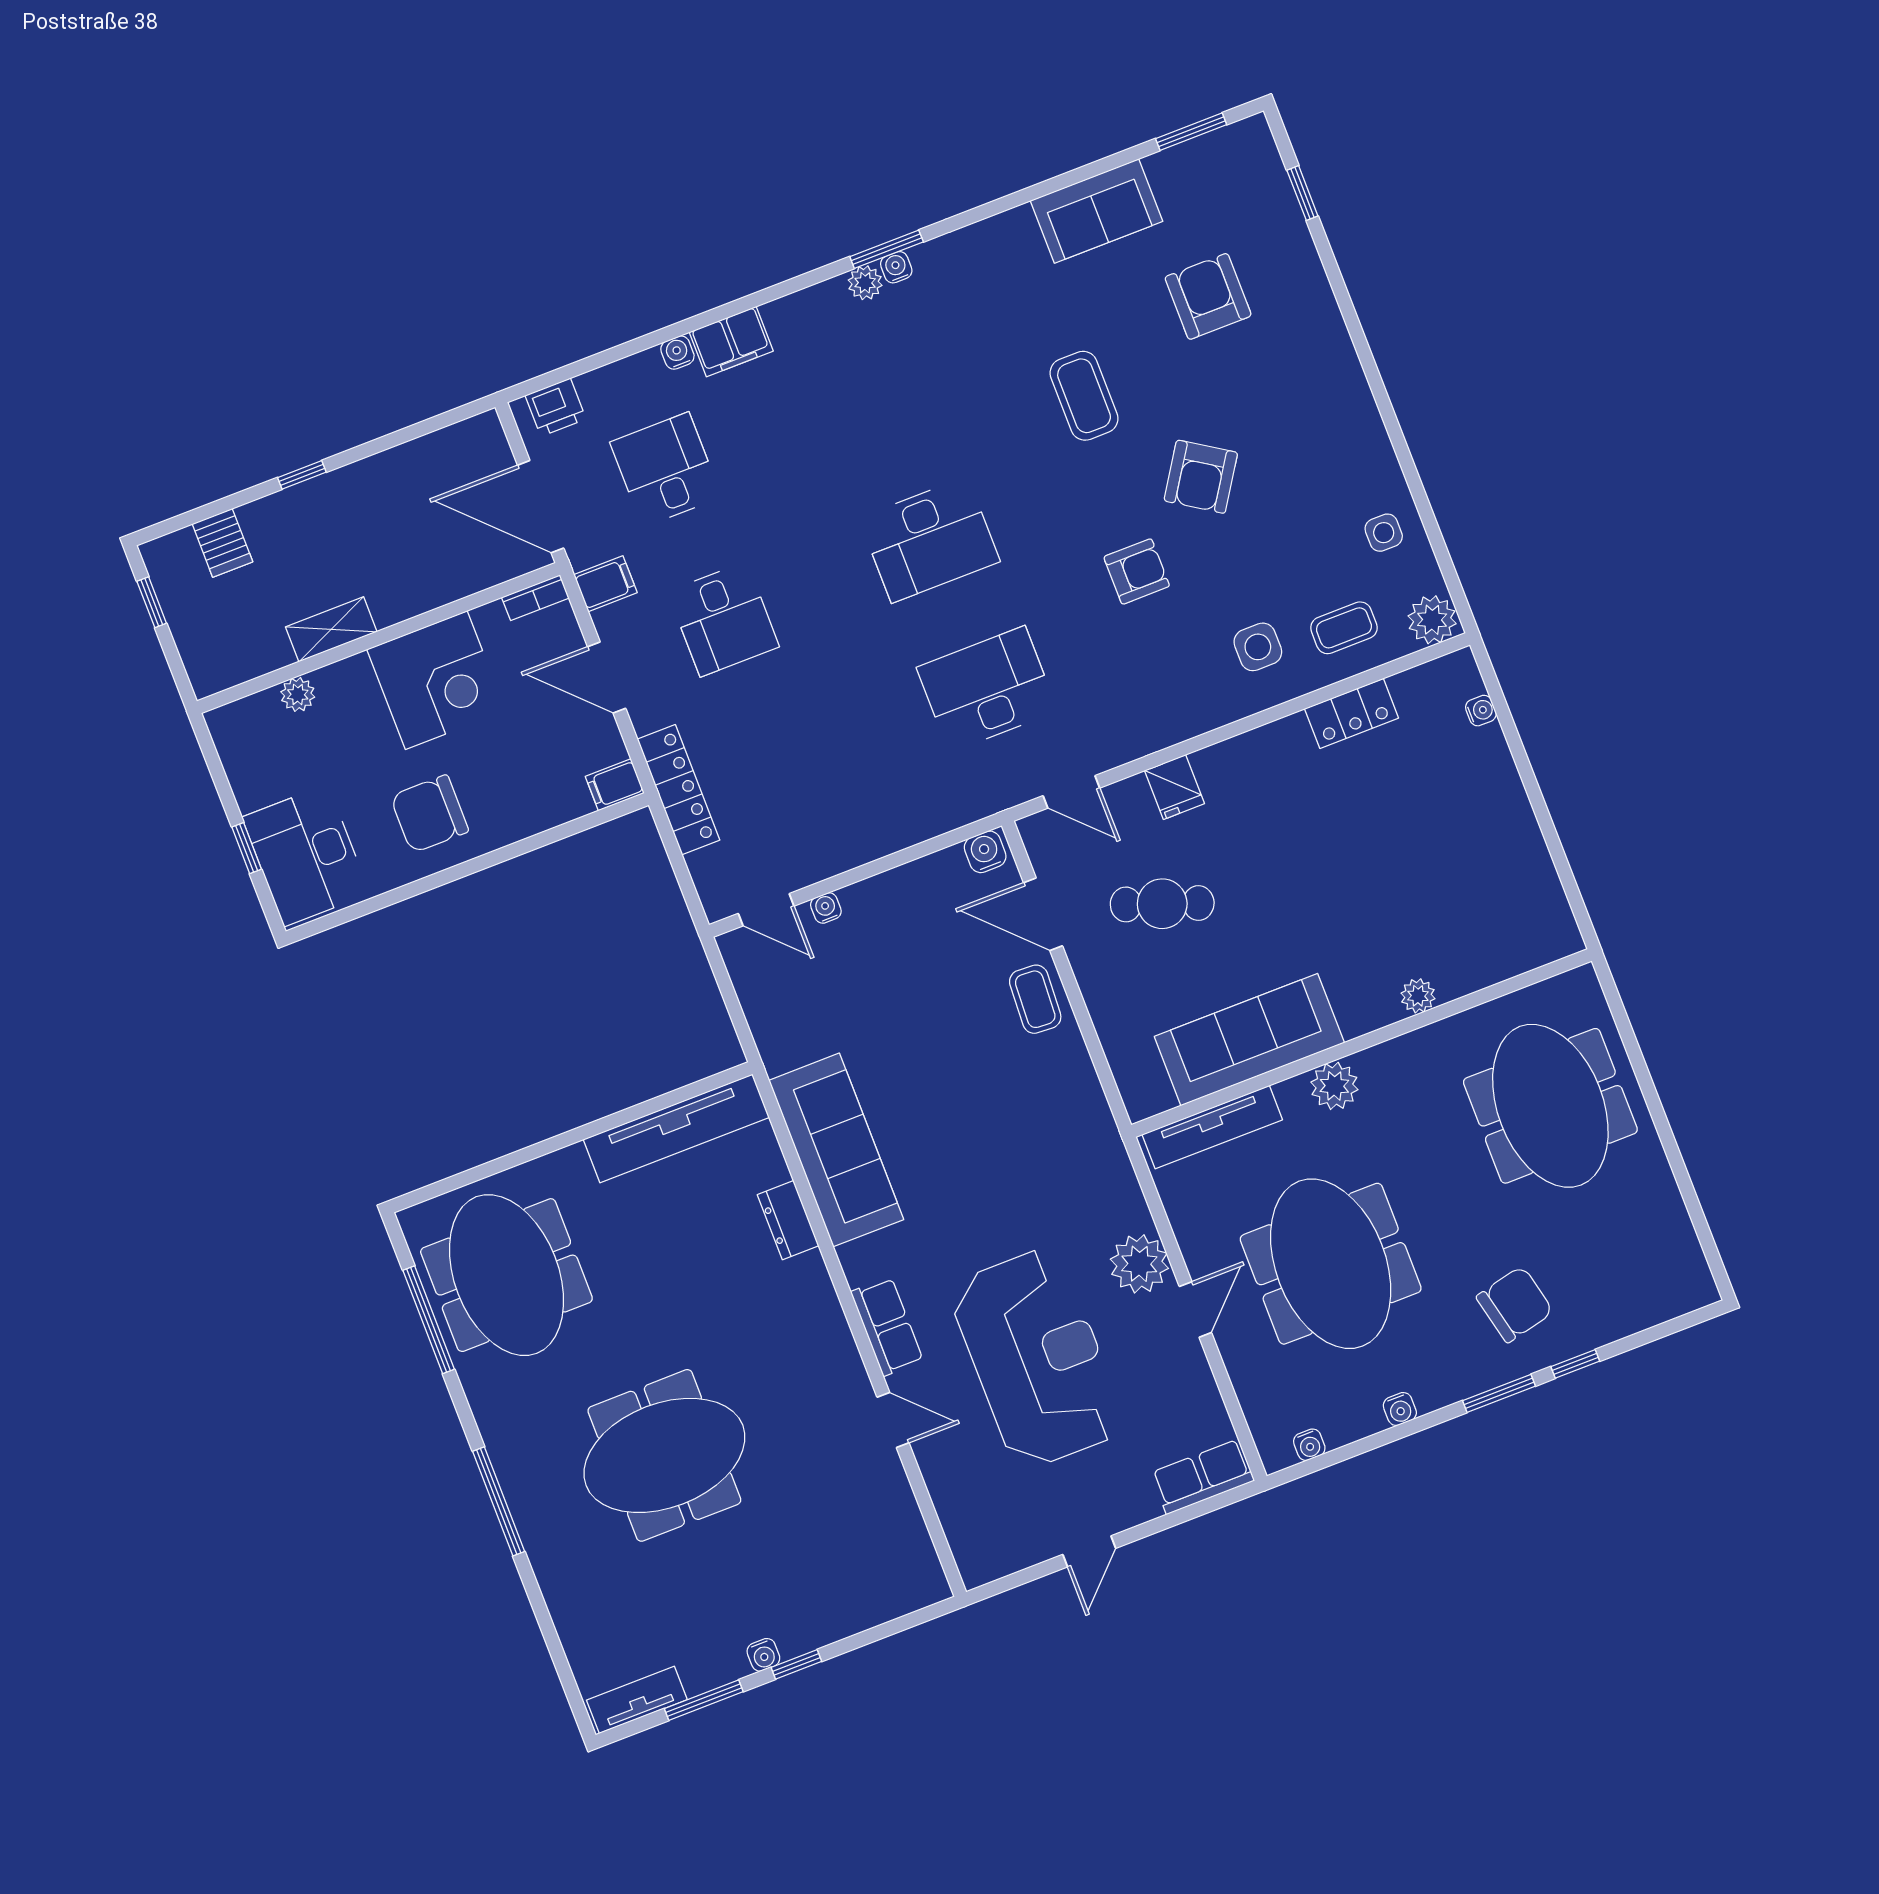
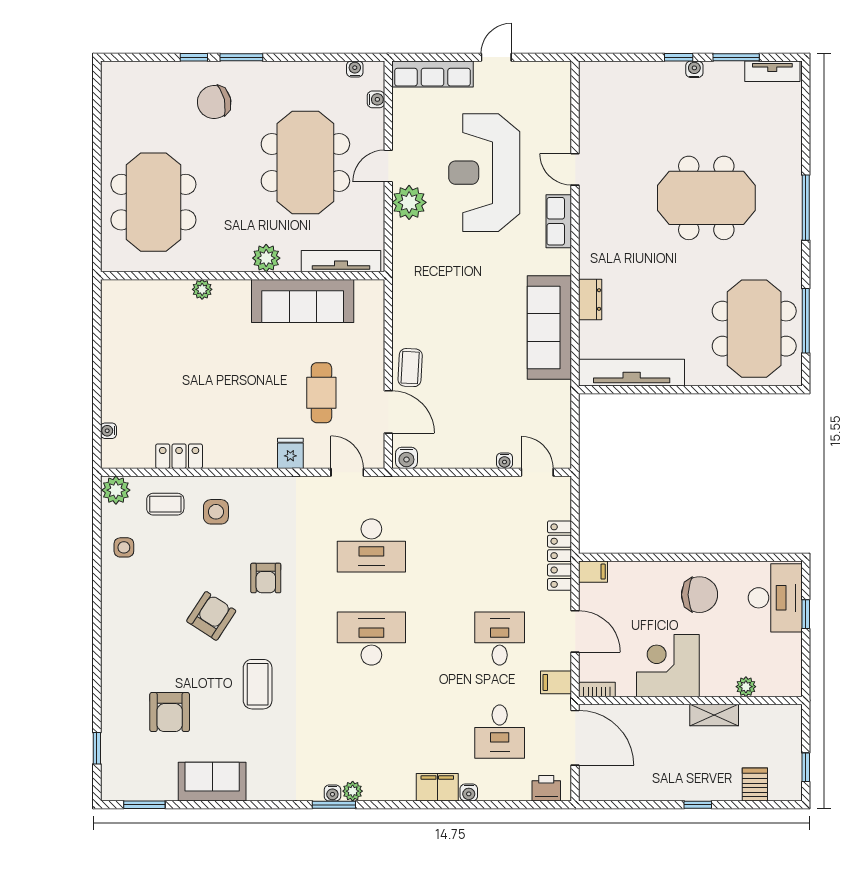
armchair: (1137, 571) -> (266, 578), turned -90
cafe table: (1162, 904) -> (321, 393), turned 70
water cooler: (1400, 1409) -> (376, 99), moved, turned 90
row of seats: (1202, 1477) -> (432, 74), width x1.48

